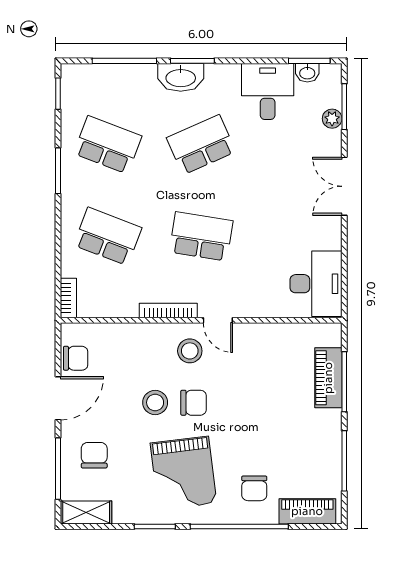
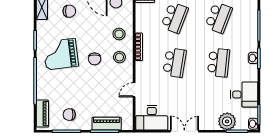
washbasin: (307, 73) -> (253, 124), moved
washbasin: (181, 77) -> (253, 58), width x0.52, depth x0.69
plant: (332, 119) -> (227, 121), width x1.88, depth x1.88
school desk: (201, 145) -> (219, 63), turned 30
double door: (344, 186) -> (184, 131), moved
door: (218, 320) -> (134, 90), moved
stool: (155, 402) -> (119, 34), moved
chair: (254, 488) -> (69, 115), moved

